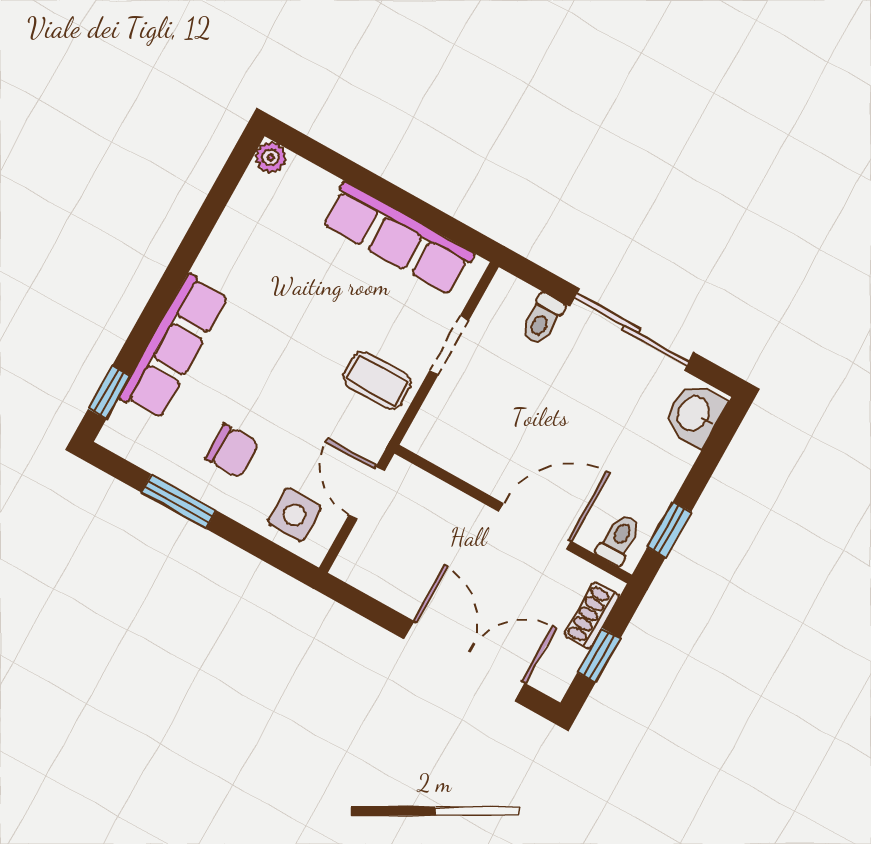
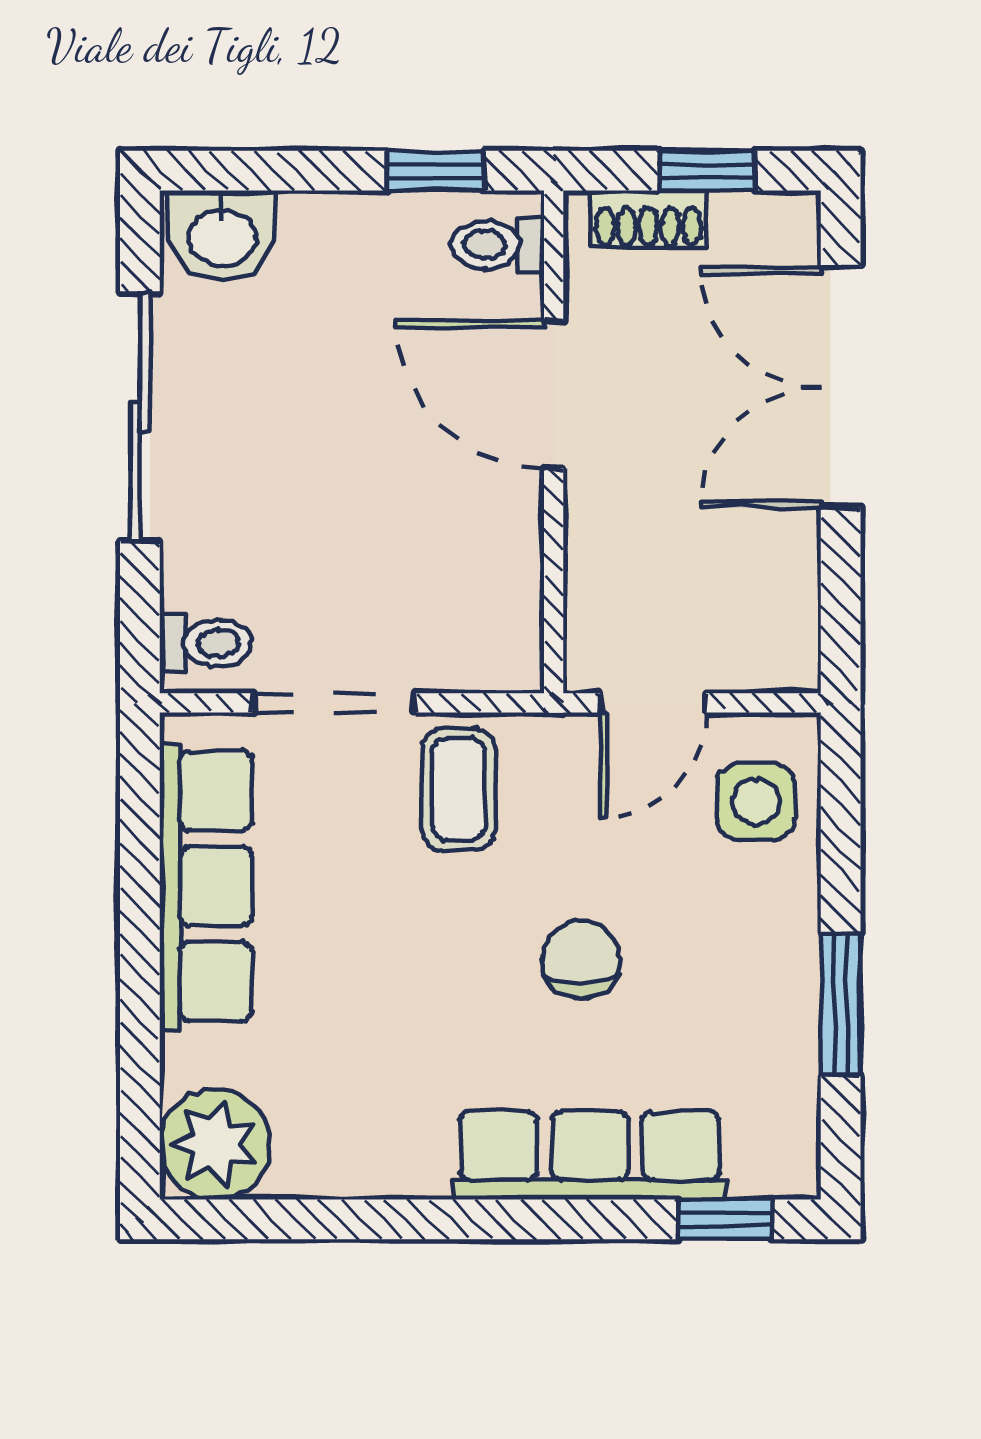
plant: (271, 157) -> (215, 1144), width x1.88, depth x1.88
toilet: (543, 319) -> (206, 643), moved
doorway: (449, 345) -> (335, 703), width x1.38
chair: (232, 451) -> (581, 960), moved

